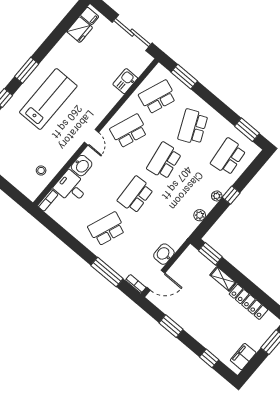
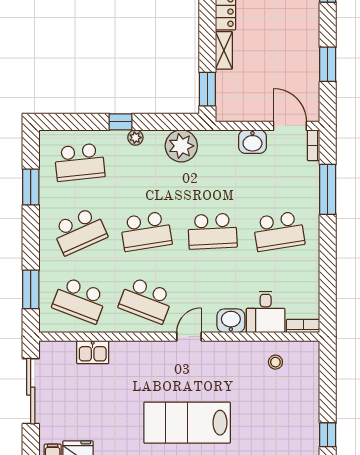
window: (247, 130) -> (31, 187), moved
plant: (200, 215) -> (181, 146), width x1.88, depth x1.88
school desk: (107, 229) -> (279, 231), turned -30

